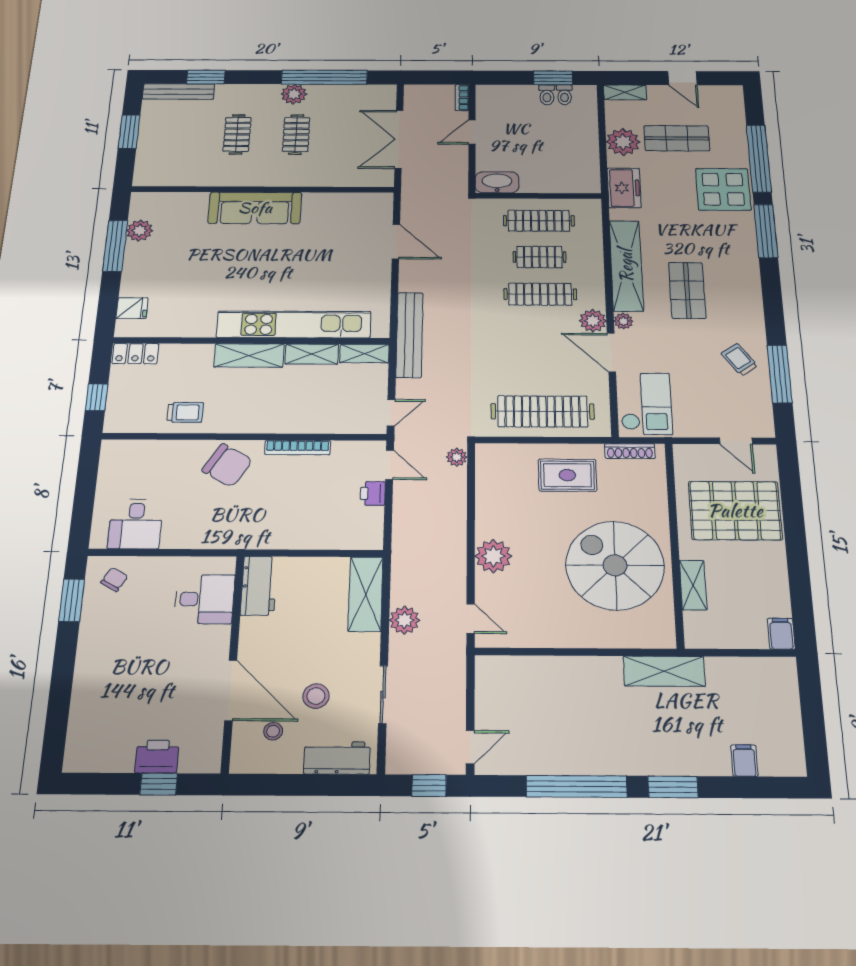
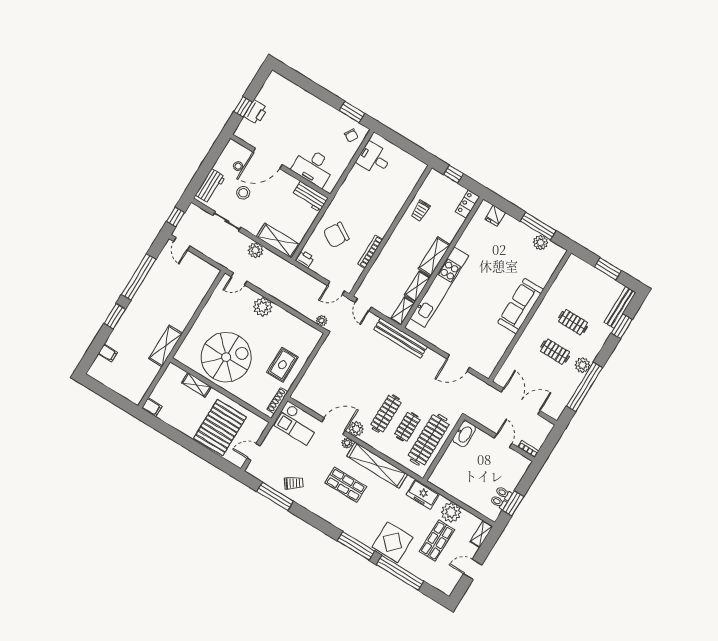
clothes rail: (539, 221) -> (429, 440), width x1.37, depth x1.31
clothes rail: (543, 411) -> (322, 374), removed
chair: (227, 465) -> (336, 235), moved
printer: (373, 493) -> (305, 259), moved
desk: (204, 599) -> (313, 167), width x1.37

